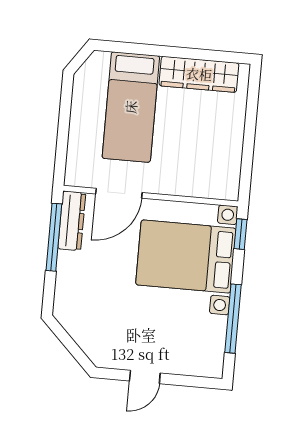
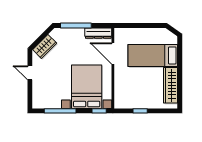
window: (248, 145) -> (140, 111), added
window: (54, 237) -> (76, 26), moved
wardrobe: (90, 340) -> (45, 46), added

